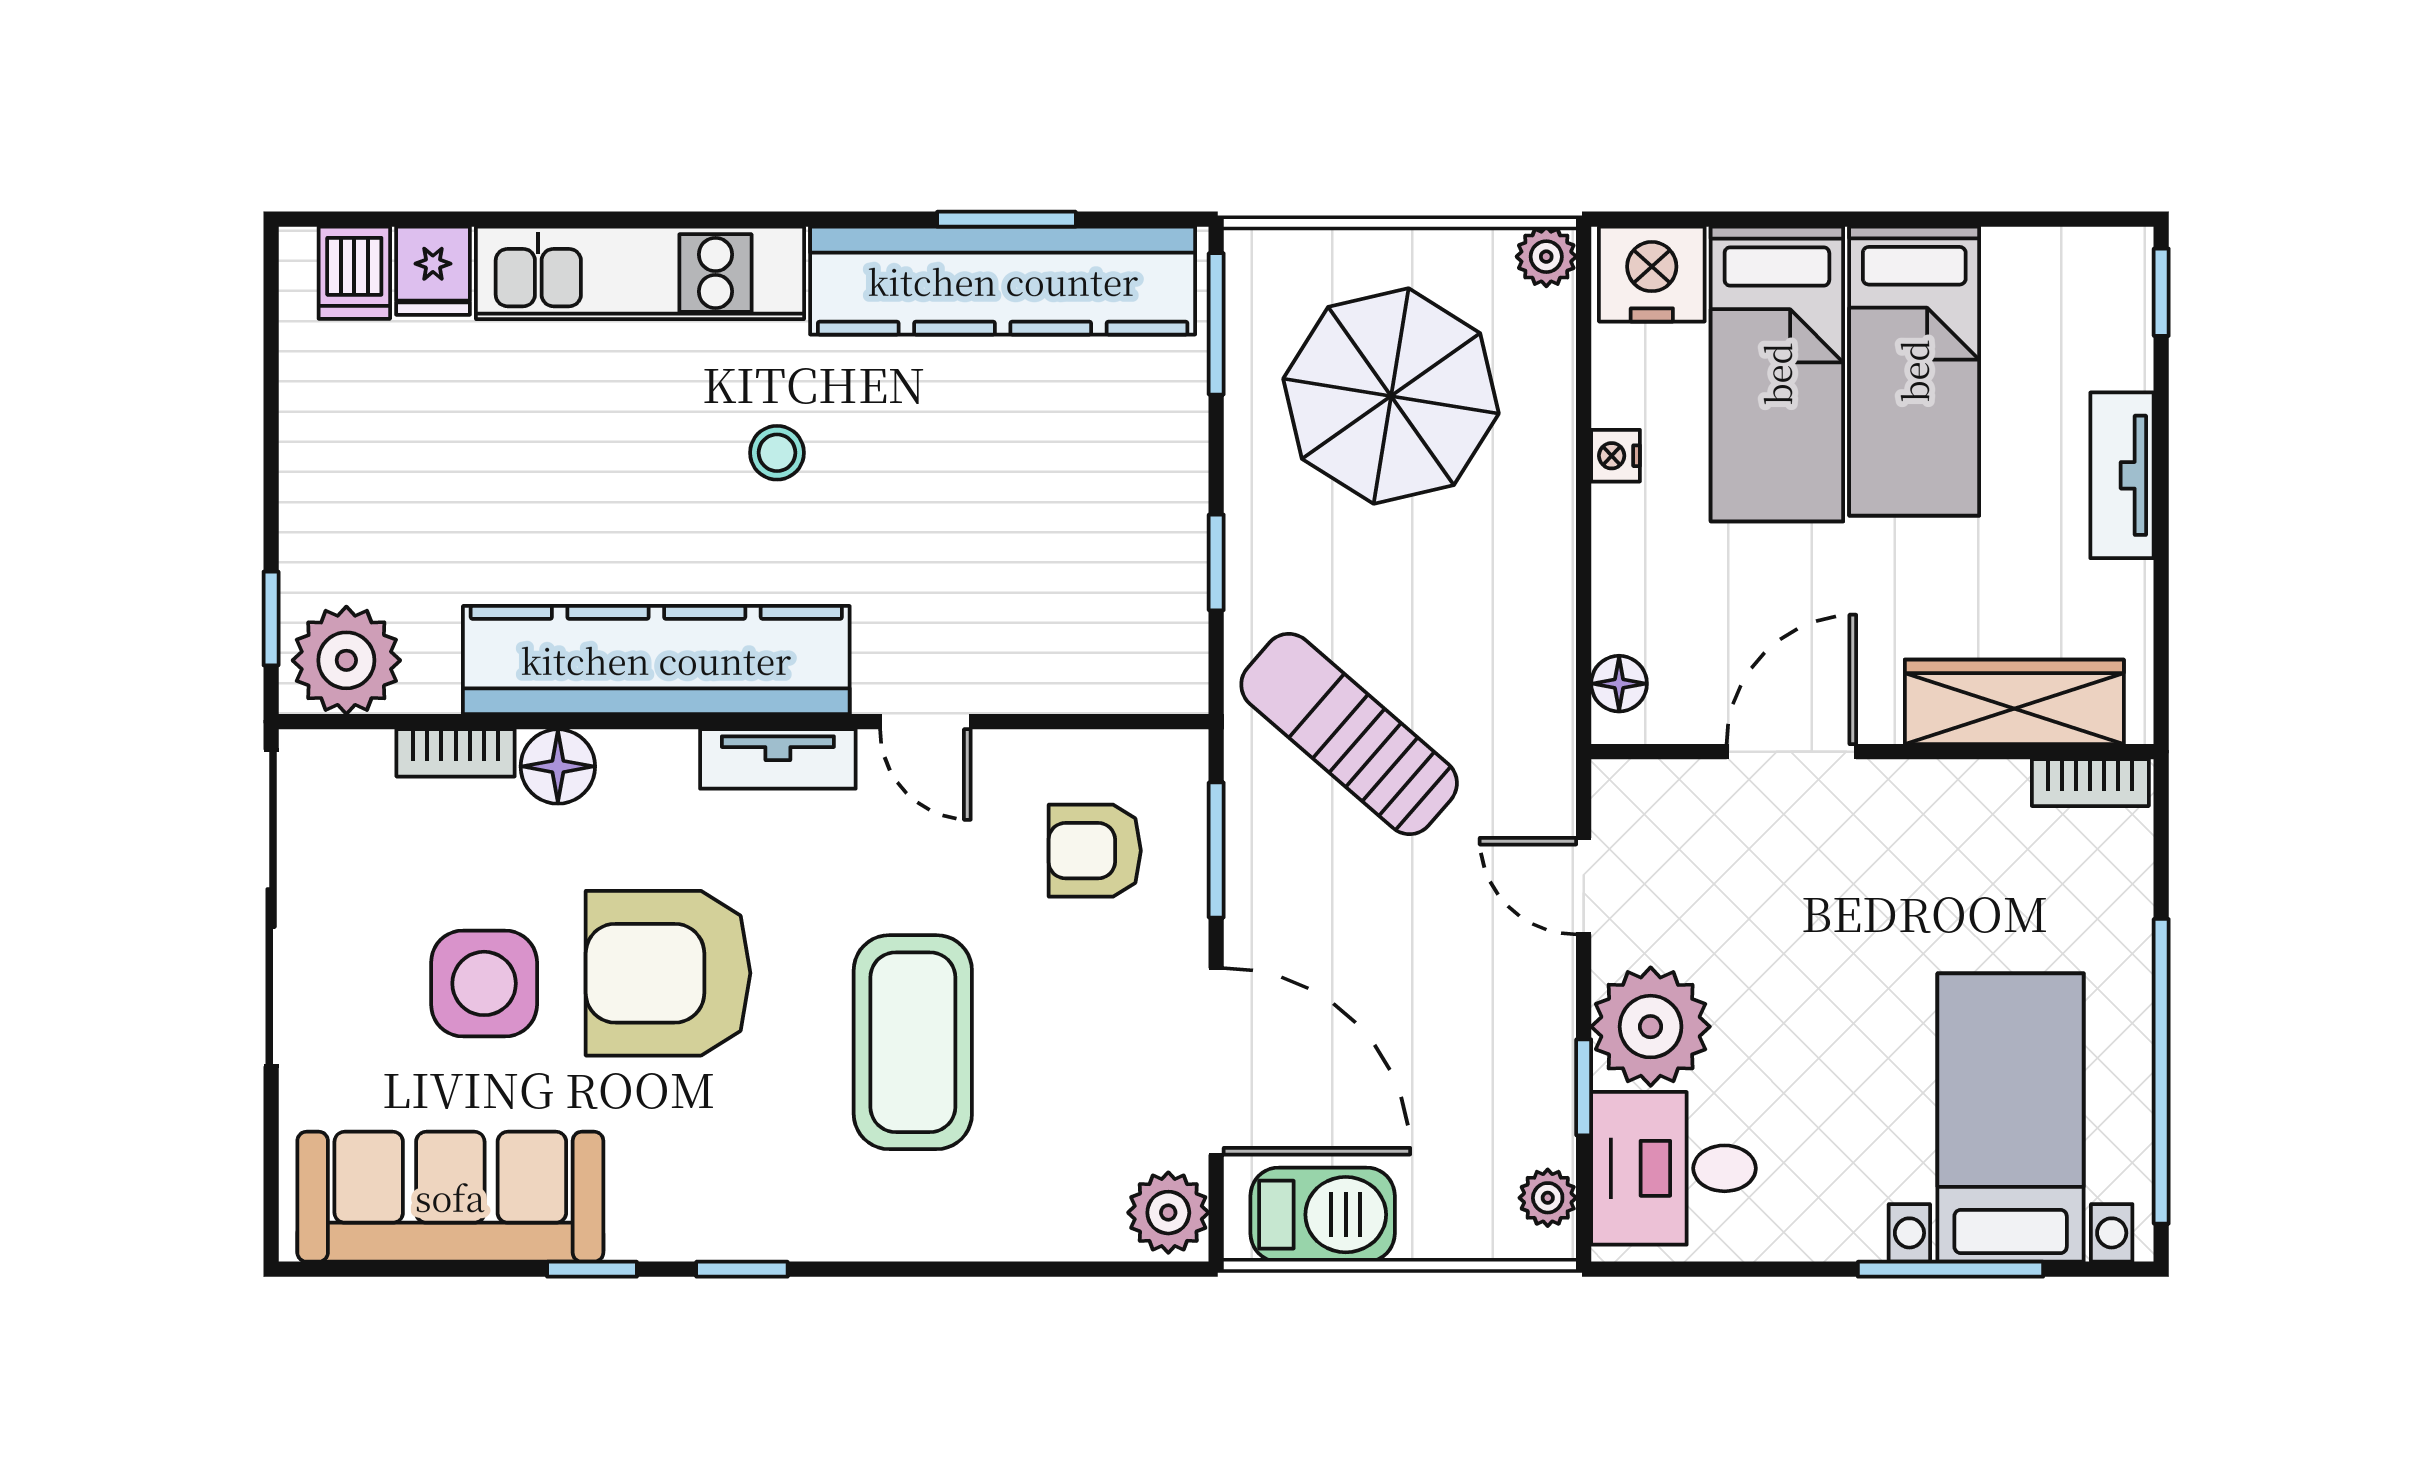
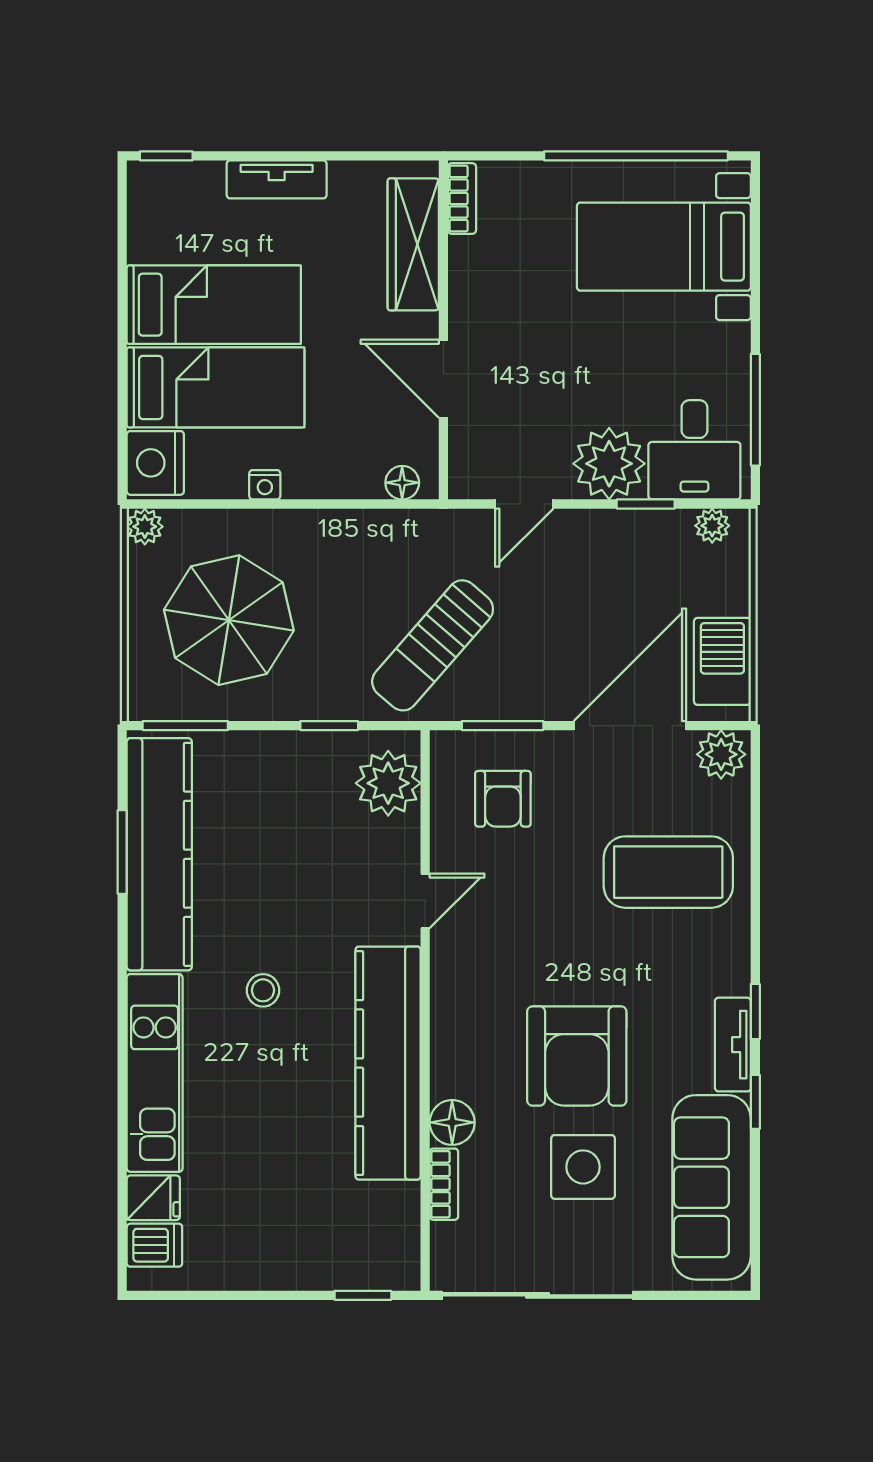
plant: (346, 660) -> (388, 783), moved
tv unit: (778, 759) -> (733, 1045), moved, turned 180
coffee table: (913, 1042) -> (668, 872), moved
window: (1950, 1269) -> (755, 410), moved

